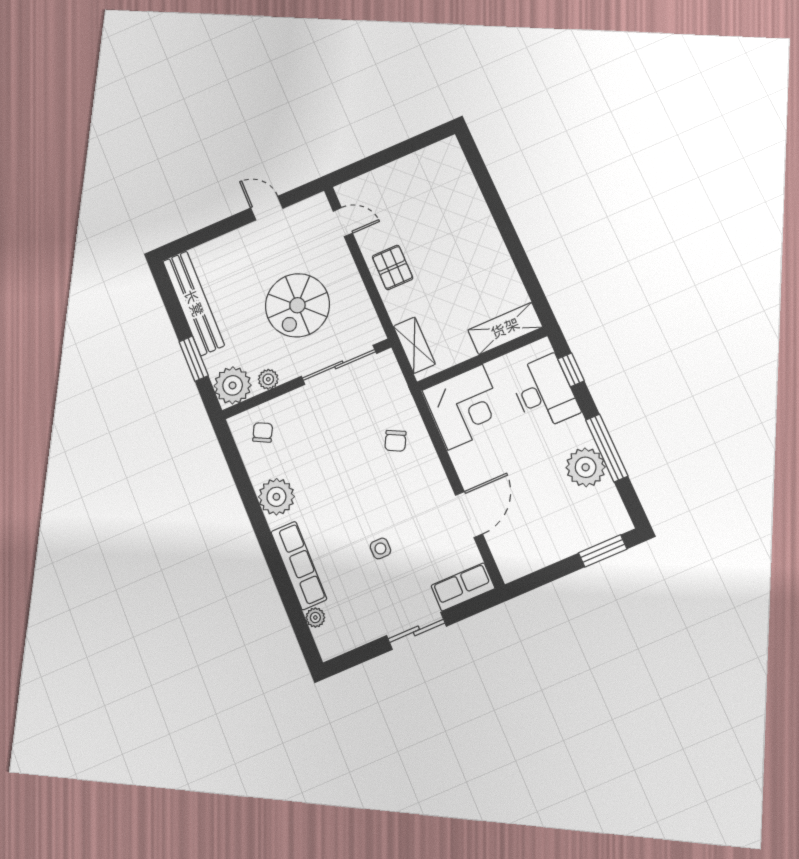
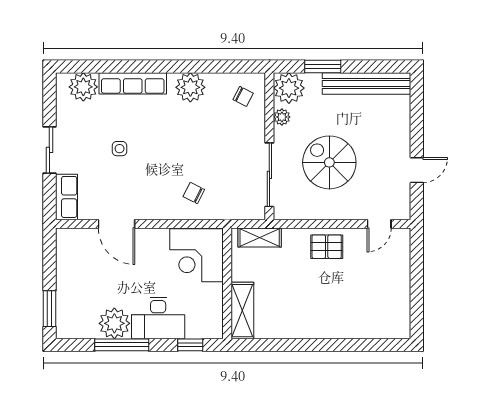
desk: (544, 392) -> (158, 318), moved
plant: (315, 618) -> (83, 87), width x1.87, depth x1.87

